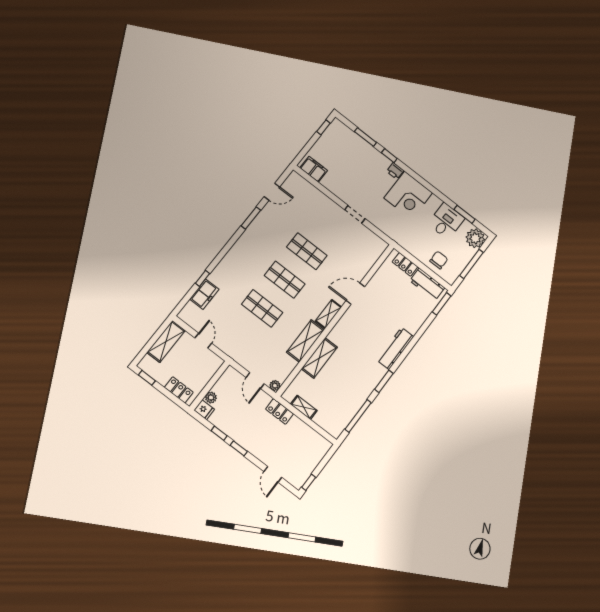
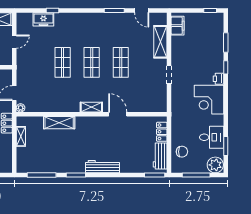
shelving: (305, 341) -> (160, 42), moved, turned 90

